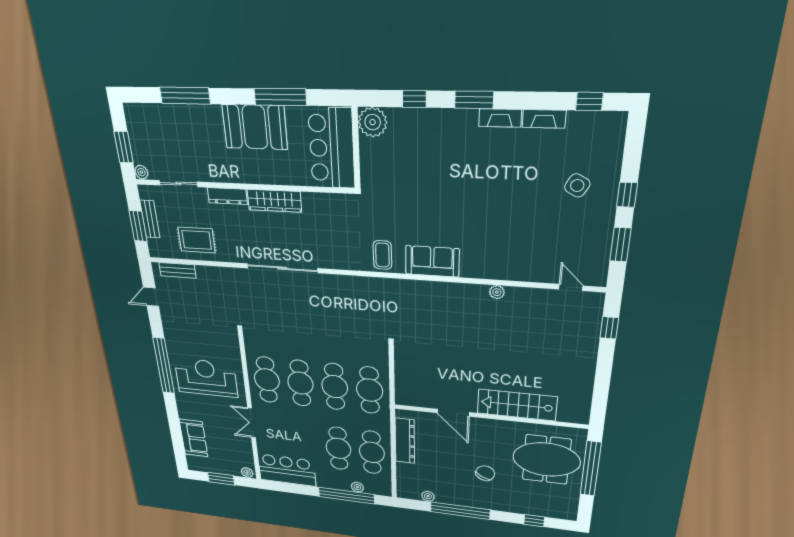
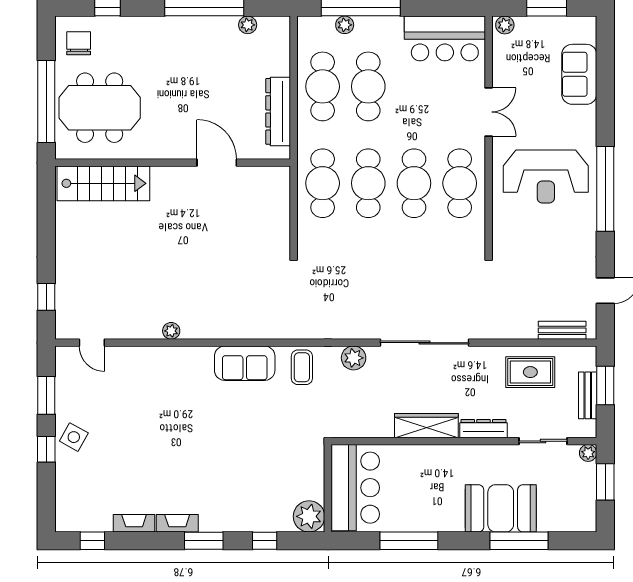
booth: (255, 127) -> (501, 508), moved
side table: (577, 185) -> (74, 437), moved
plant: (339, 260) -> (354, 358), added
stairs: (517, 405) -> (103, 183), moved
chair: (485, 473) -> (79, 43), moved, turned 153

